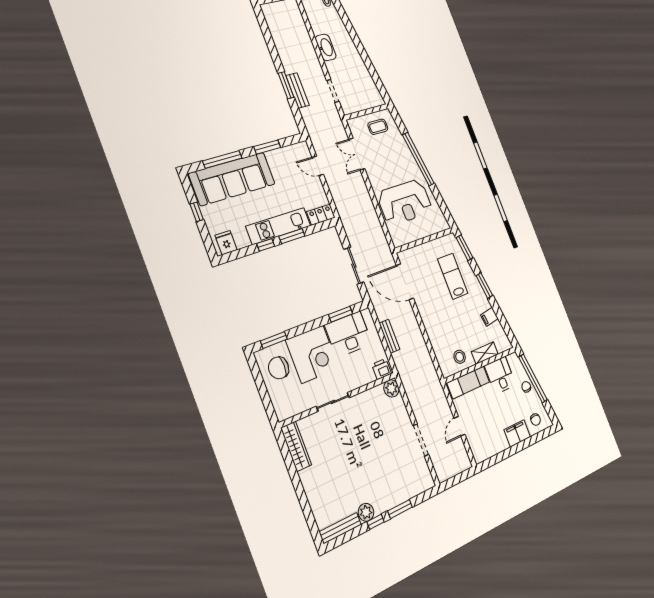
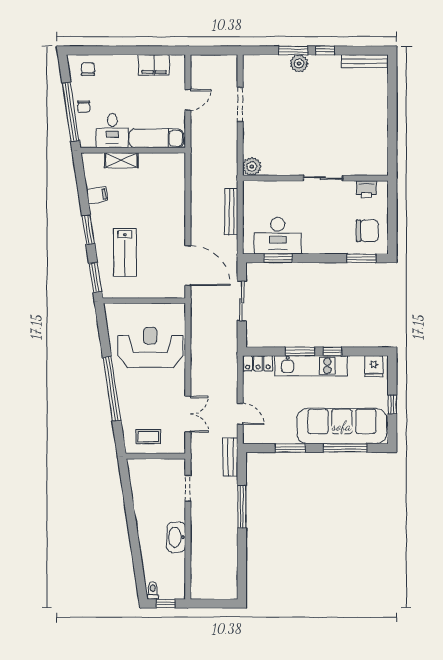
window: (286, 85) -> (242, 507), width x1.44
bench: (298, 90) -> (230, 457), moved
bench: (389, 336) -> (231, 212), width x1.36
corner desk: (312, 354) -> (326, 231), removed
stool: (460, 357) -> (155, 168), removed
printer: (382, 369) -> (366, 189), moved
filing cabinet: (517, 433) -> (154, 65), moved
wardrobe: (296, 446) -> (379, 153), removed
plant: (366, 512) -> (299, 63), moved

